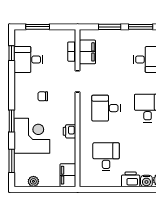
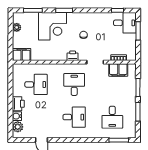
desk: (28, 60) -> (125, 23), moved, turned 90
printer: (69, 131) -> (73, 56), moved

